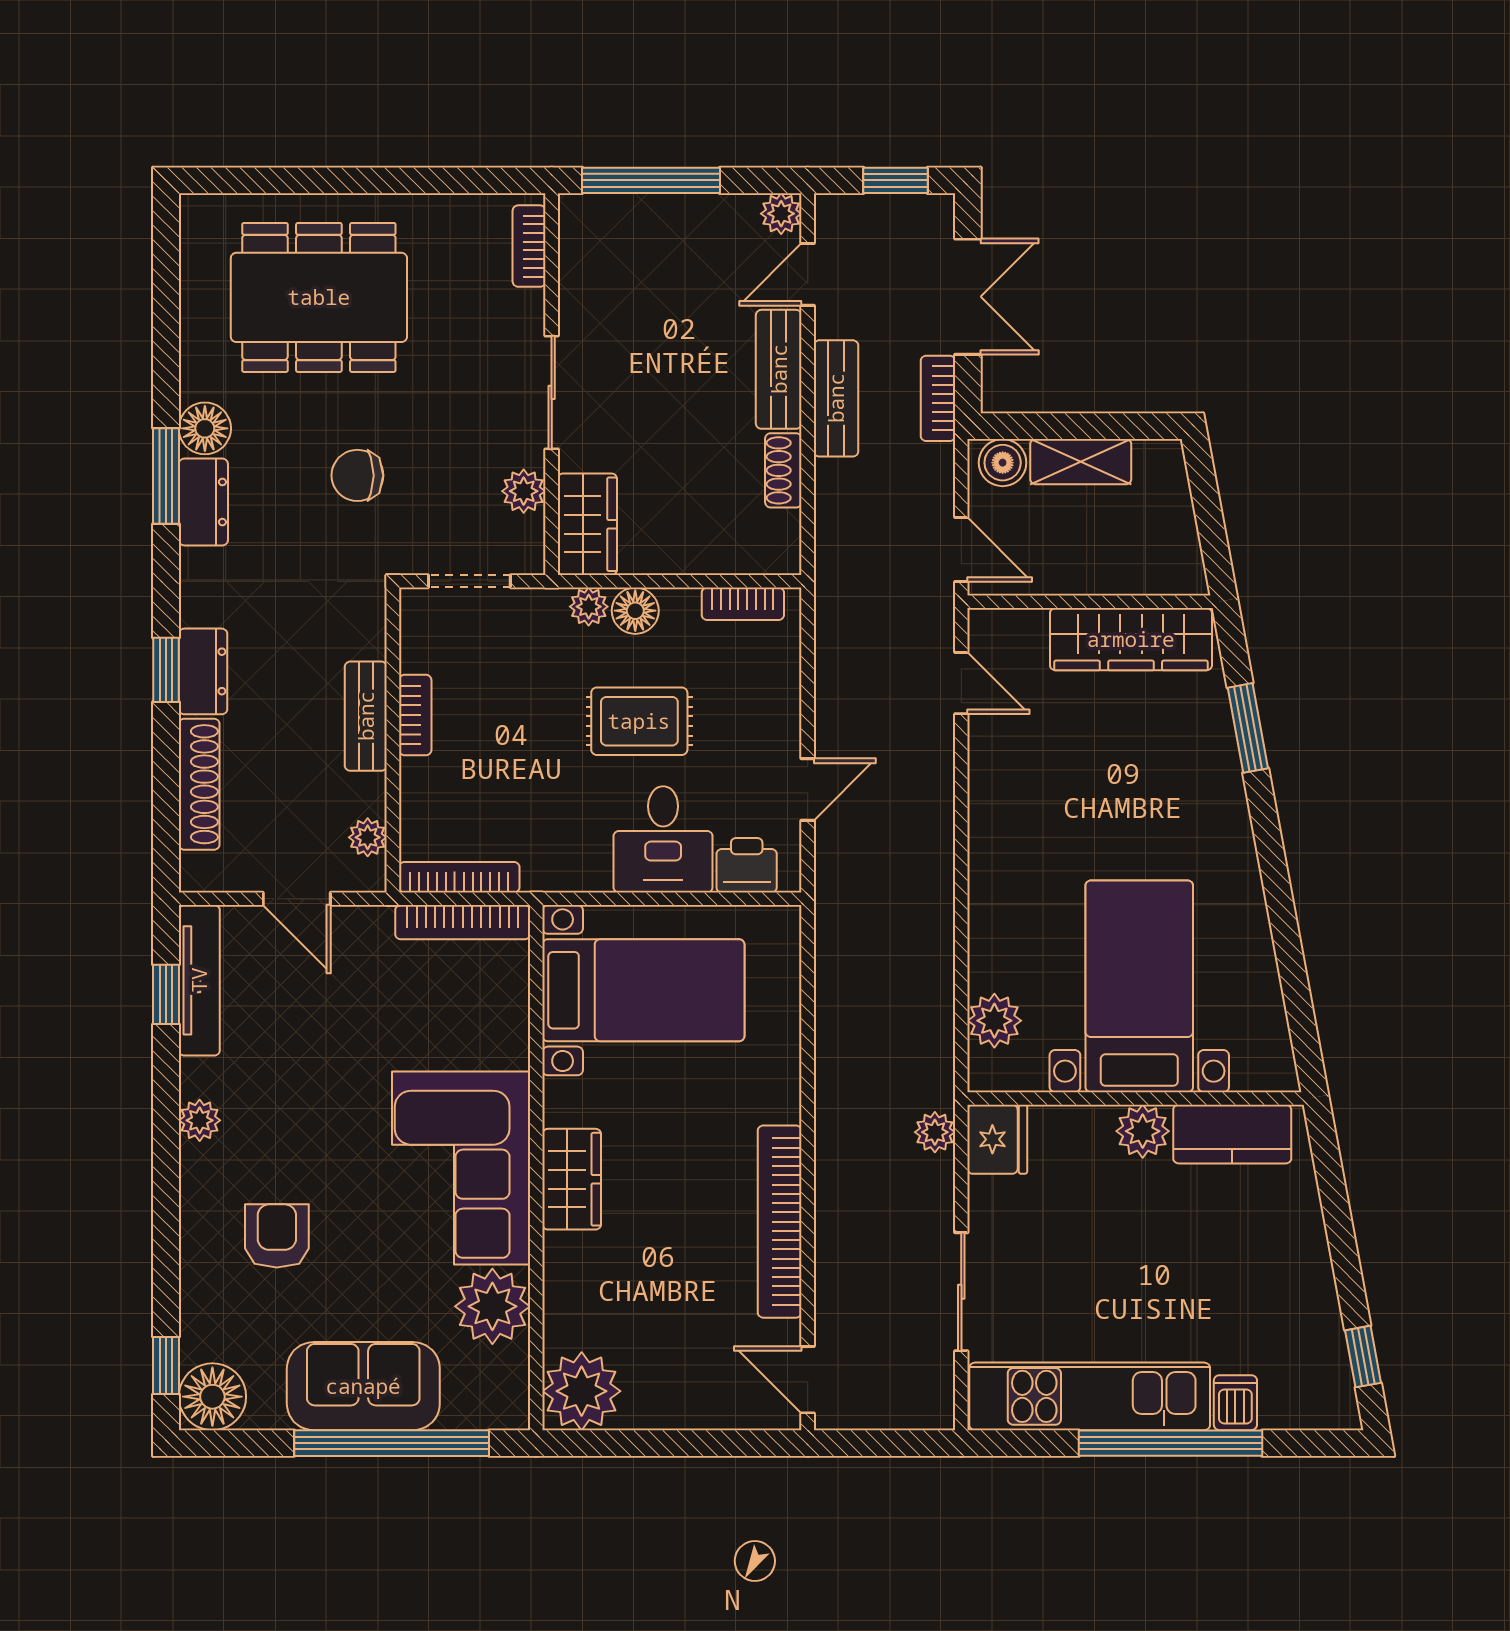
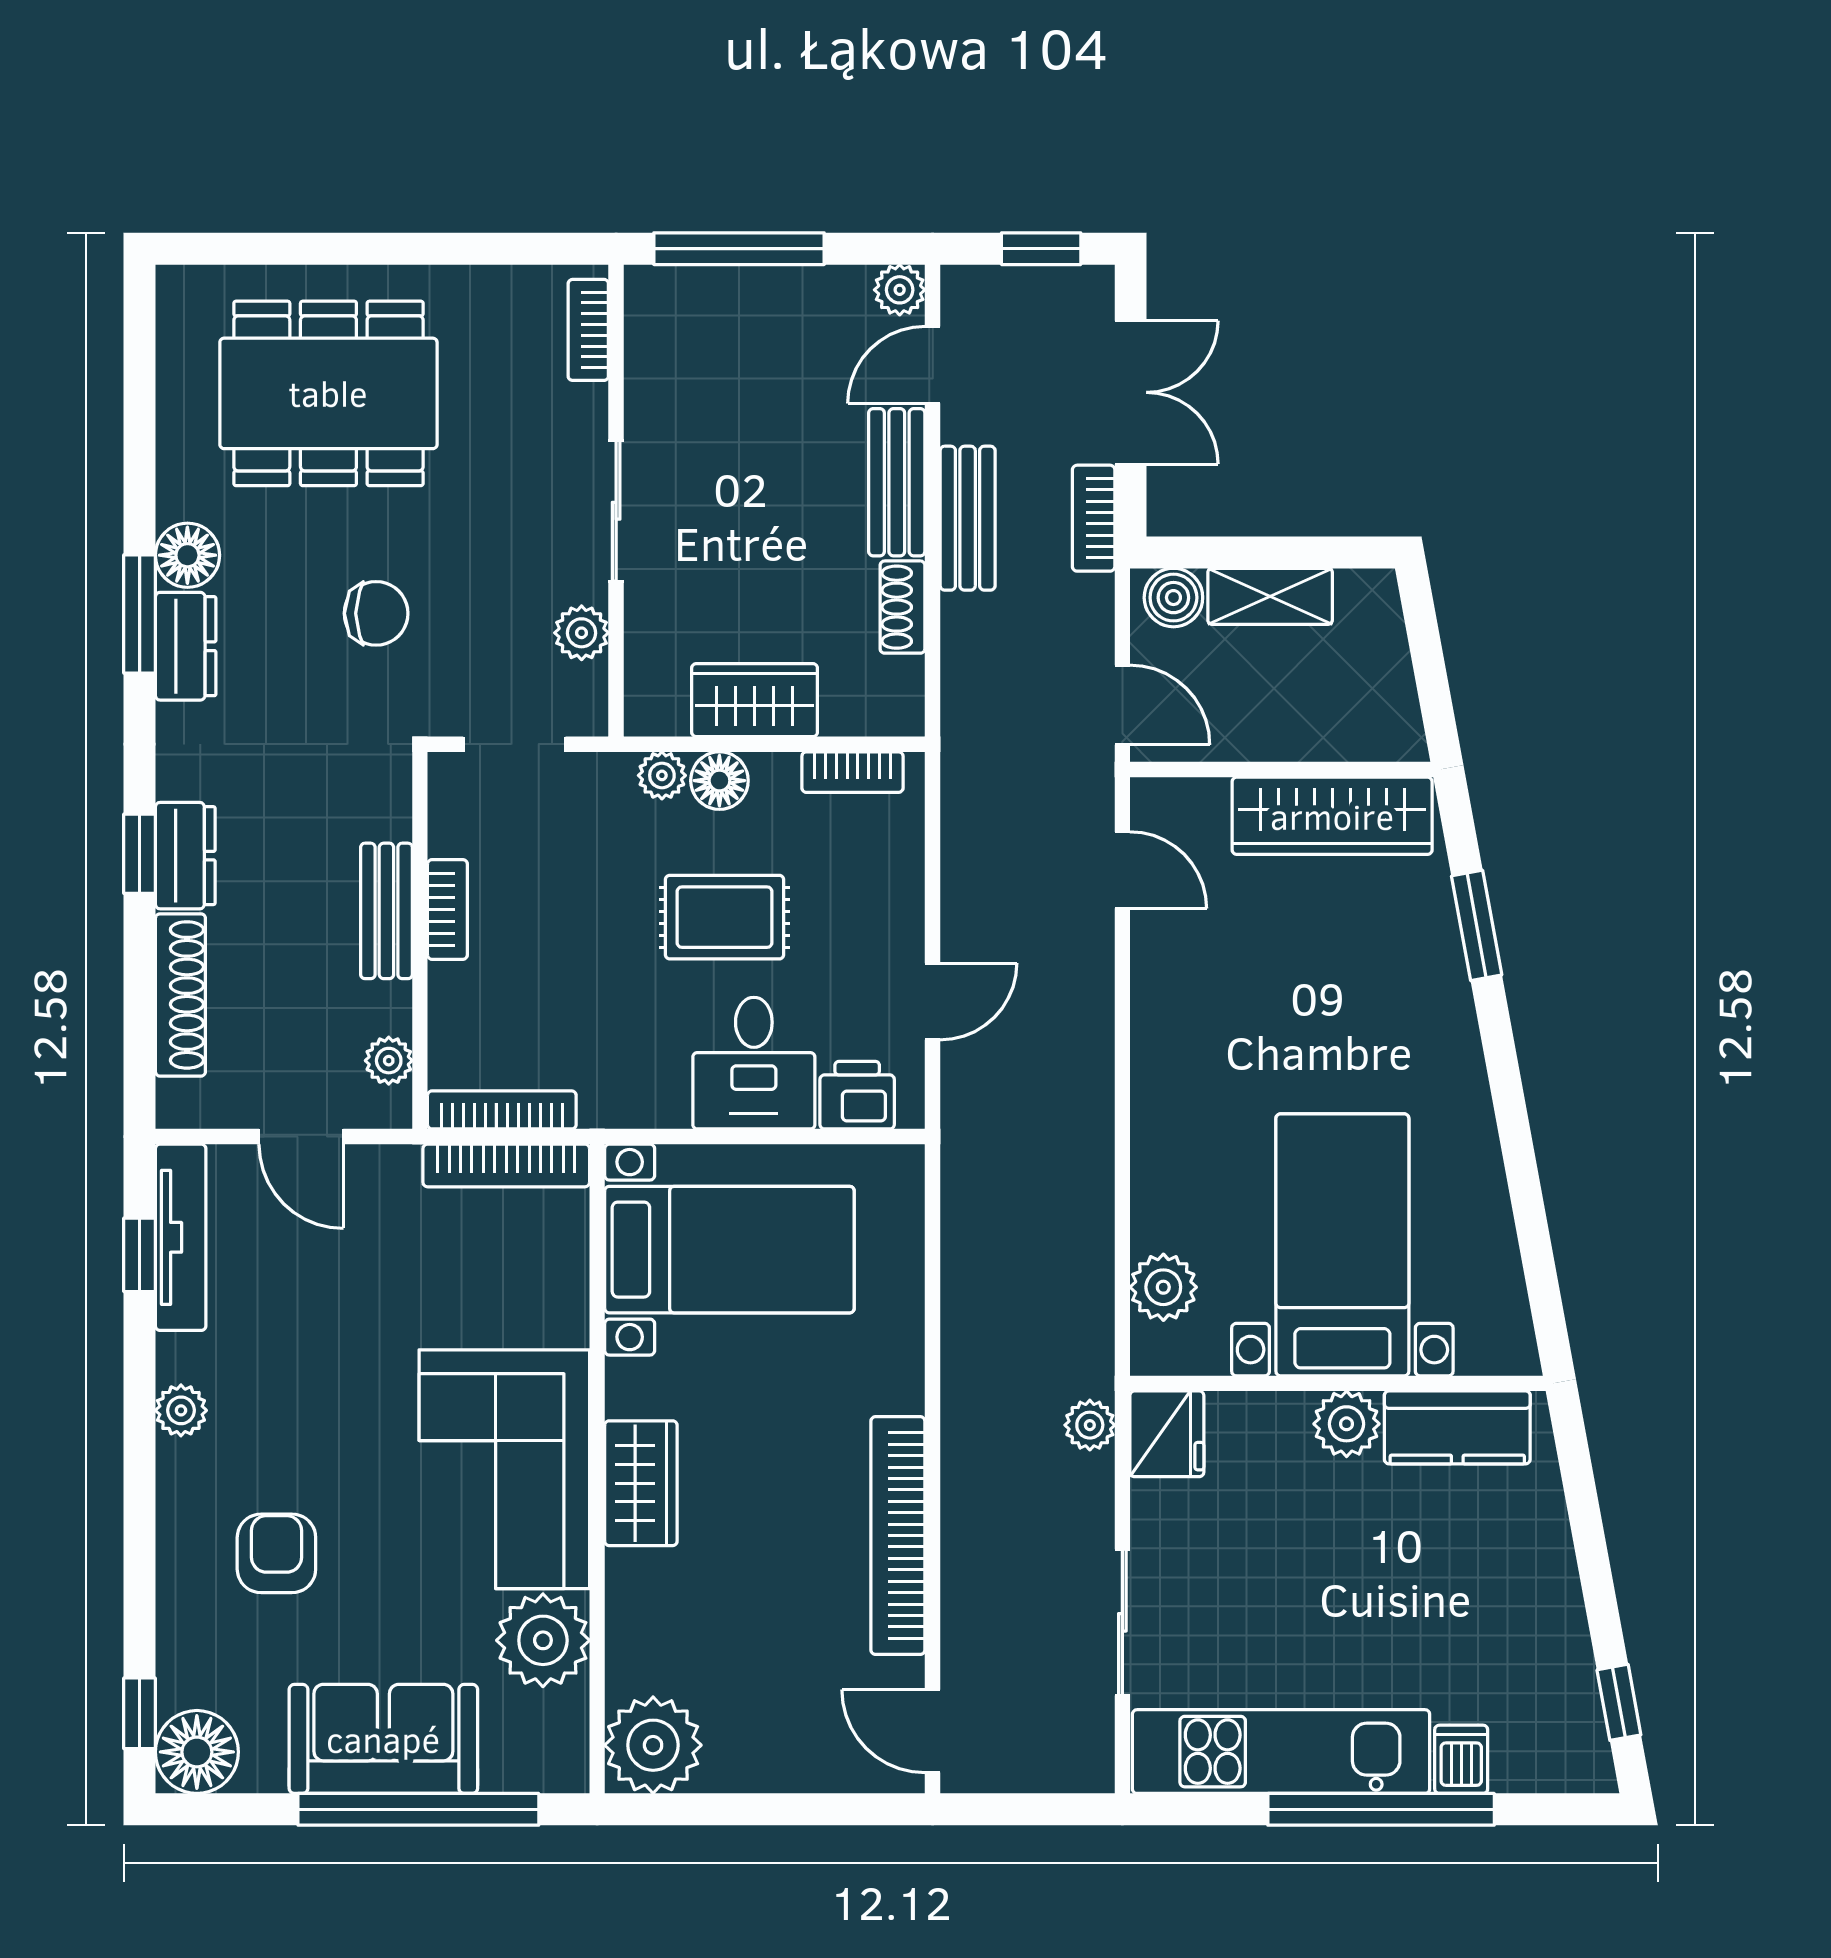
chair: (357, 475) -> (376, 613), turned 180
wardrobe: (587, 524) -> (755, 700), moved, turned -90

